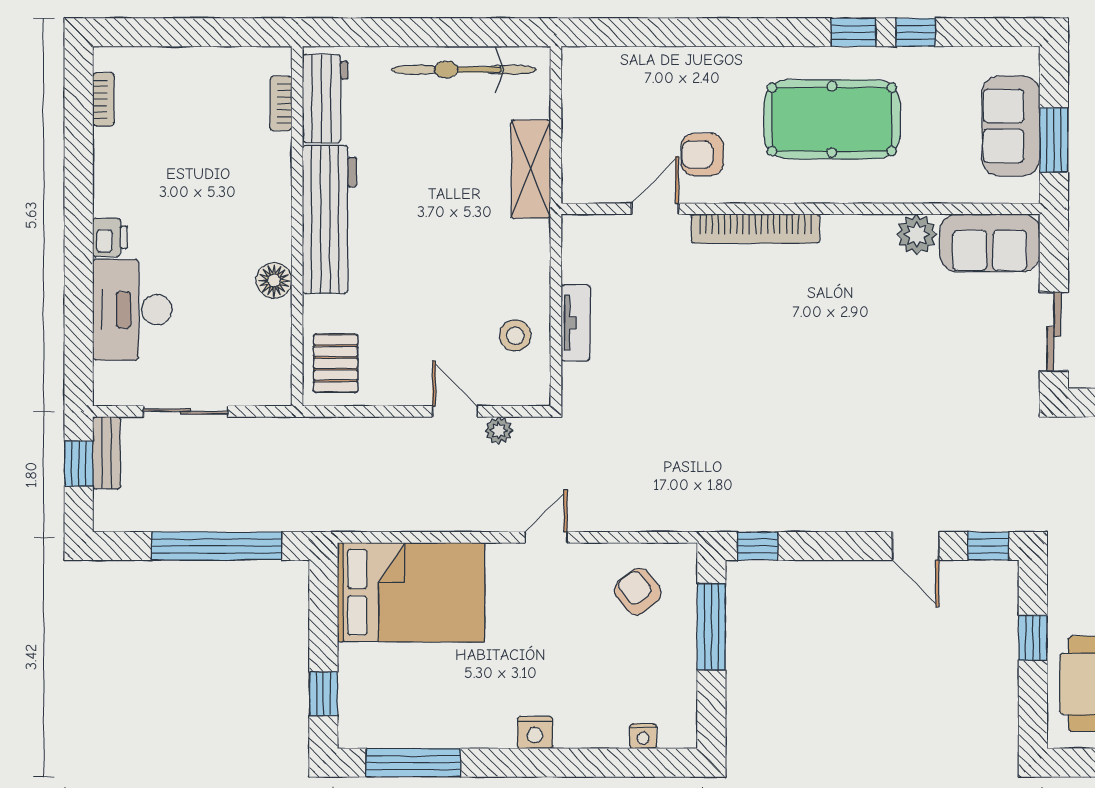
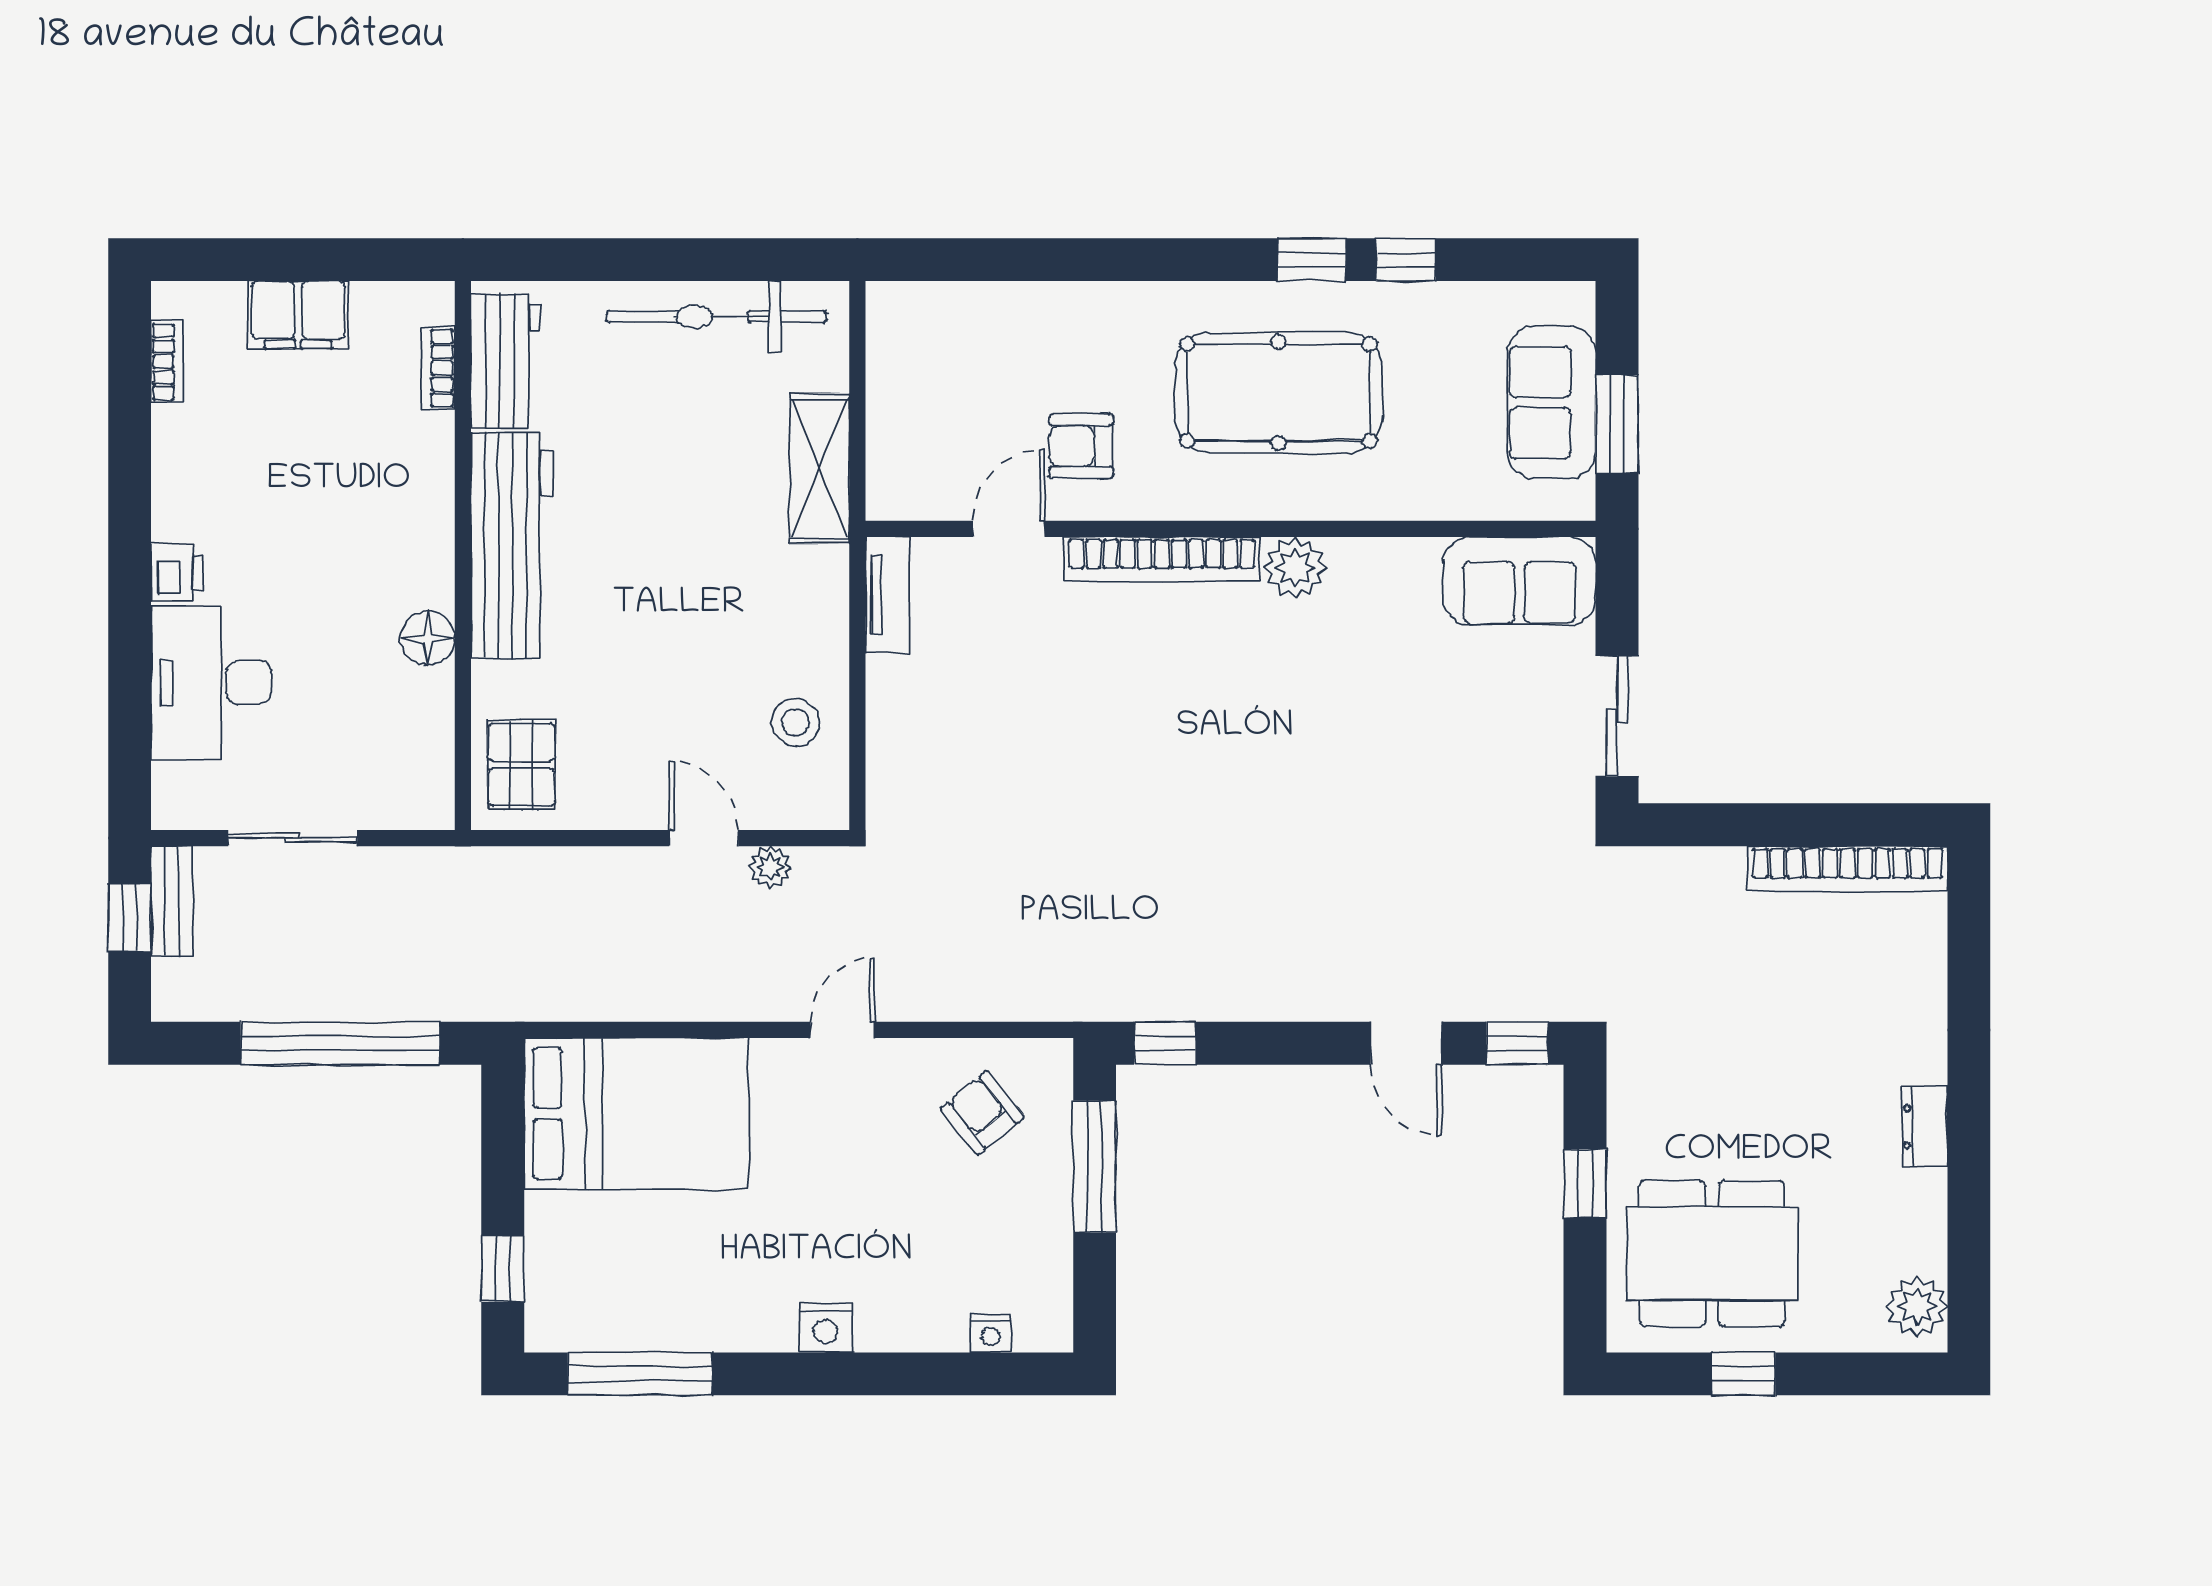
filing cabinet: (189, 68) -> (298, 315), added
plant: (917, 234) -> (1295, 568), moved
tv unit: (576, 323) -> (888, 595), moved

